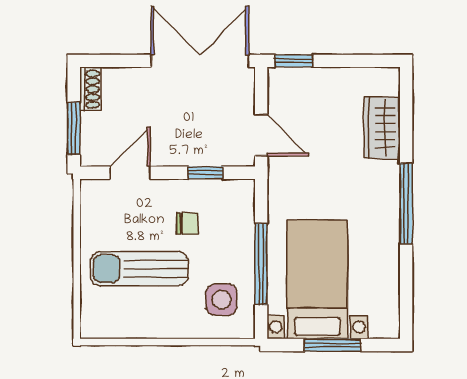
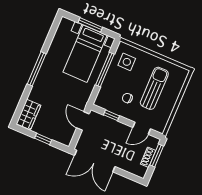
window: (294, 61) -> (43, 139), moved
shoe rack: (90, 89) -> (148, 157), moved
wardrobe: (382, 128) -> (29, 114), moved
sun lounger: (139, 269) -> (154, 88), turned -90

